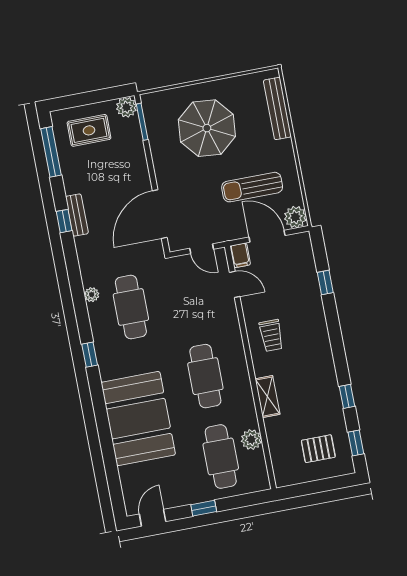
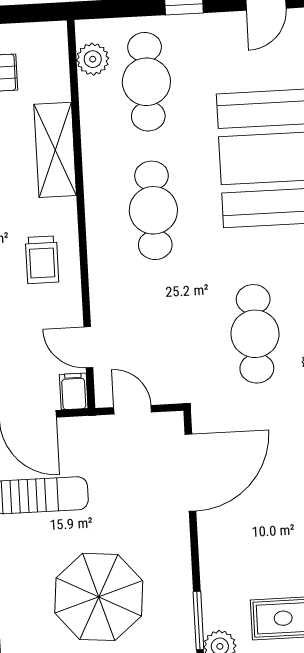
trolley: (271, 335) -> (42, 260), turned 180
shelving: (268, 397) -> (55, 150), width x1.50, depth x1.33
plant: (251, 440) -> (93, 59), moved

